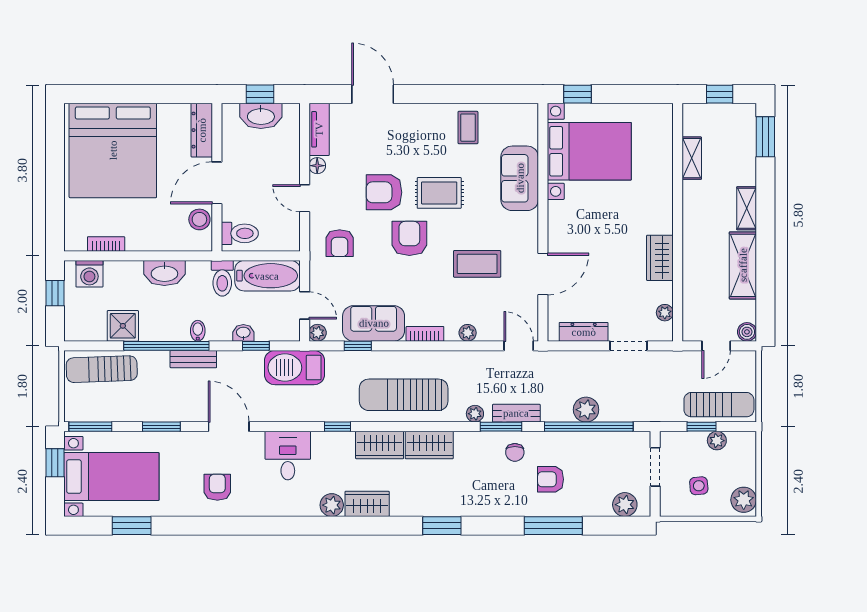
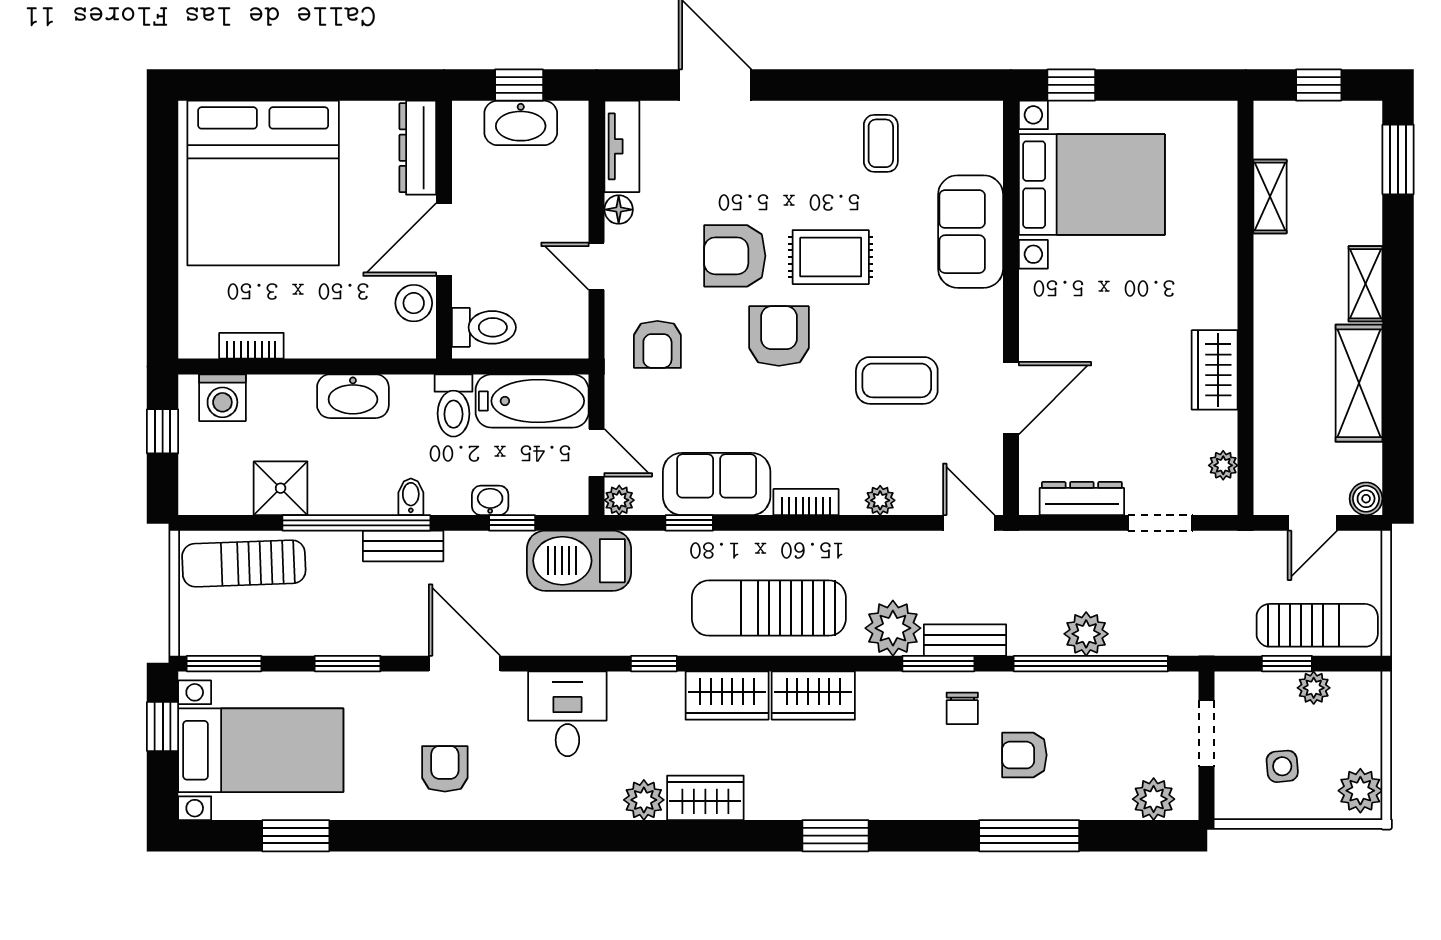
plant: (475, 414) -> (893, 628), width x1.87, depth x1.87

